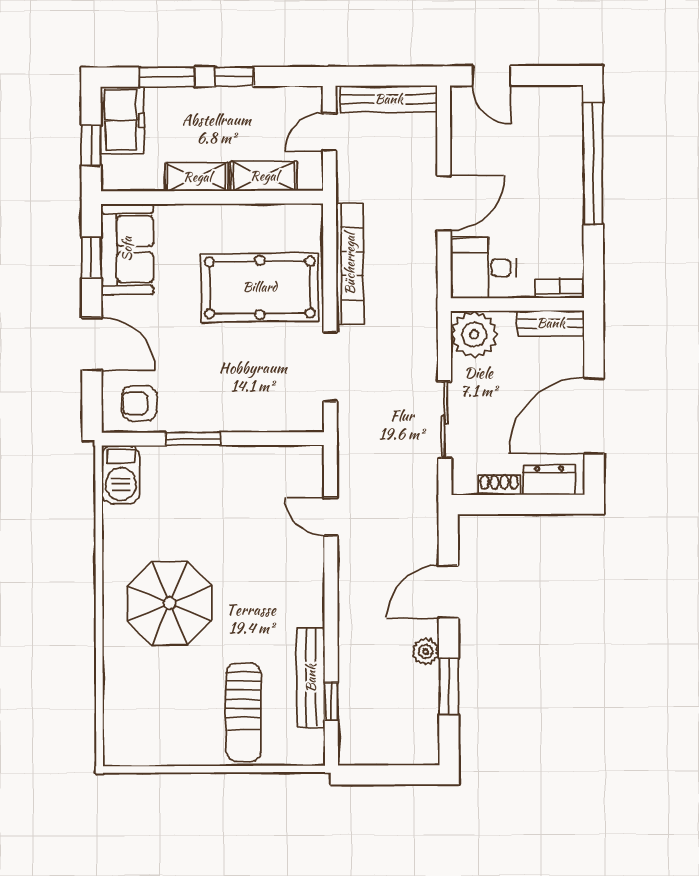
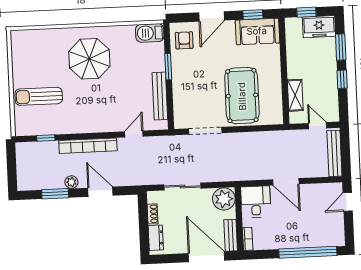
shelving: (197, 177) -> (293, 63), removed
bookcase: (350, 264) -> (88, 146), moved
door: (594, 415) -> (206, 257), moved
bench: (311, 678) -> (160, 96), moved, turned 90

